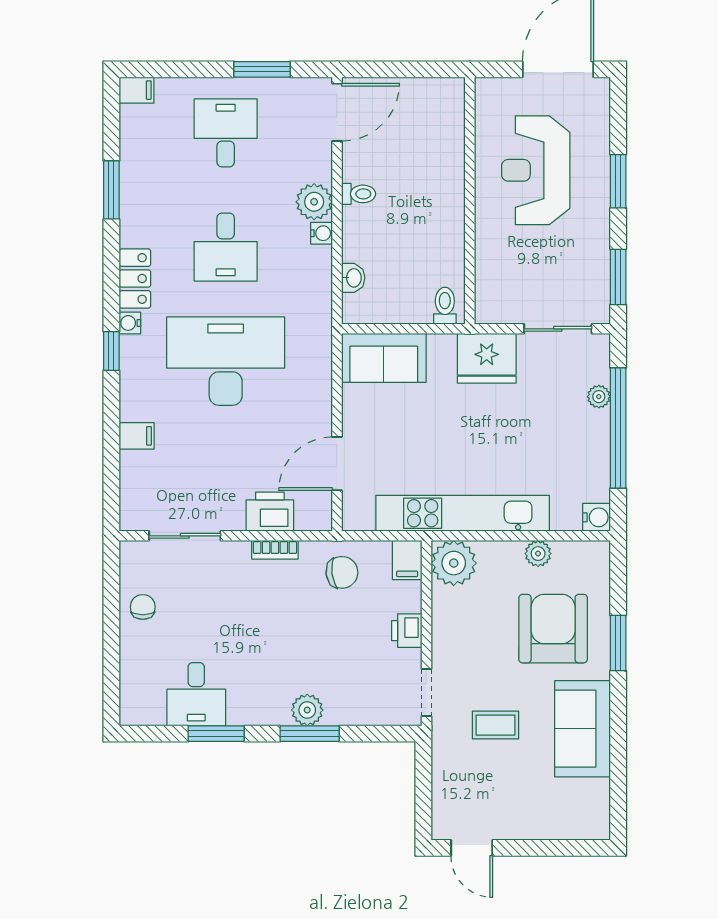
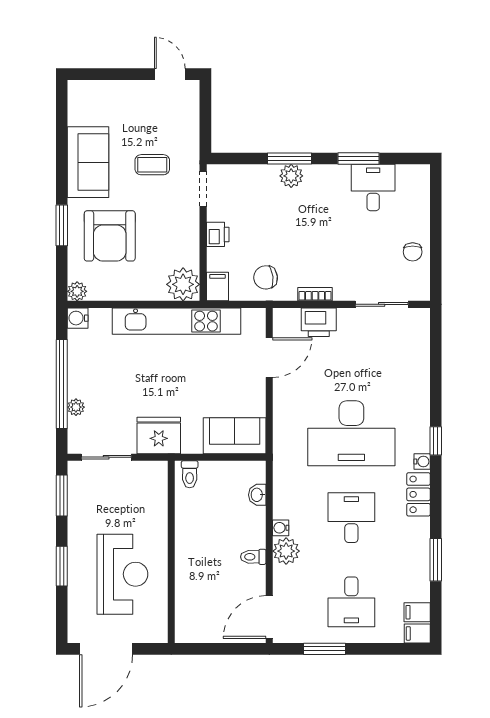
filing cabinet: (137, 436) -> (417, 612), moved
plant: (538, 554) -> (77, 291), moved

